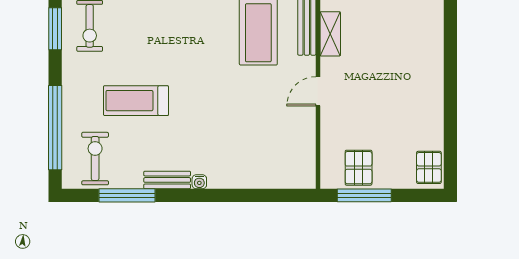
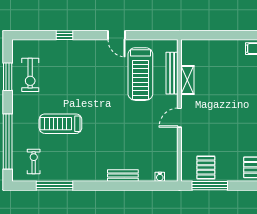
exercise bike: (95, 159) -> (34, 162), width x0.73, depth x0.72
bench: (167, 180) -> (123, 176), moved
water cooler: (199, 182) -> (160, 177), moved

